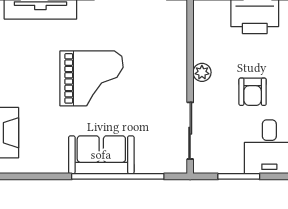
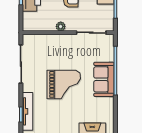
grand piano: (92, 78) -> (64, 84), turned 90

